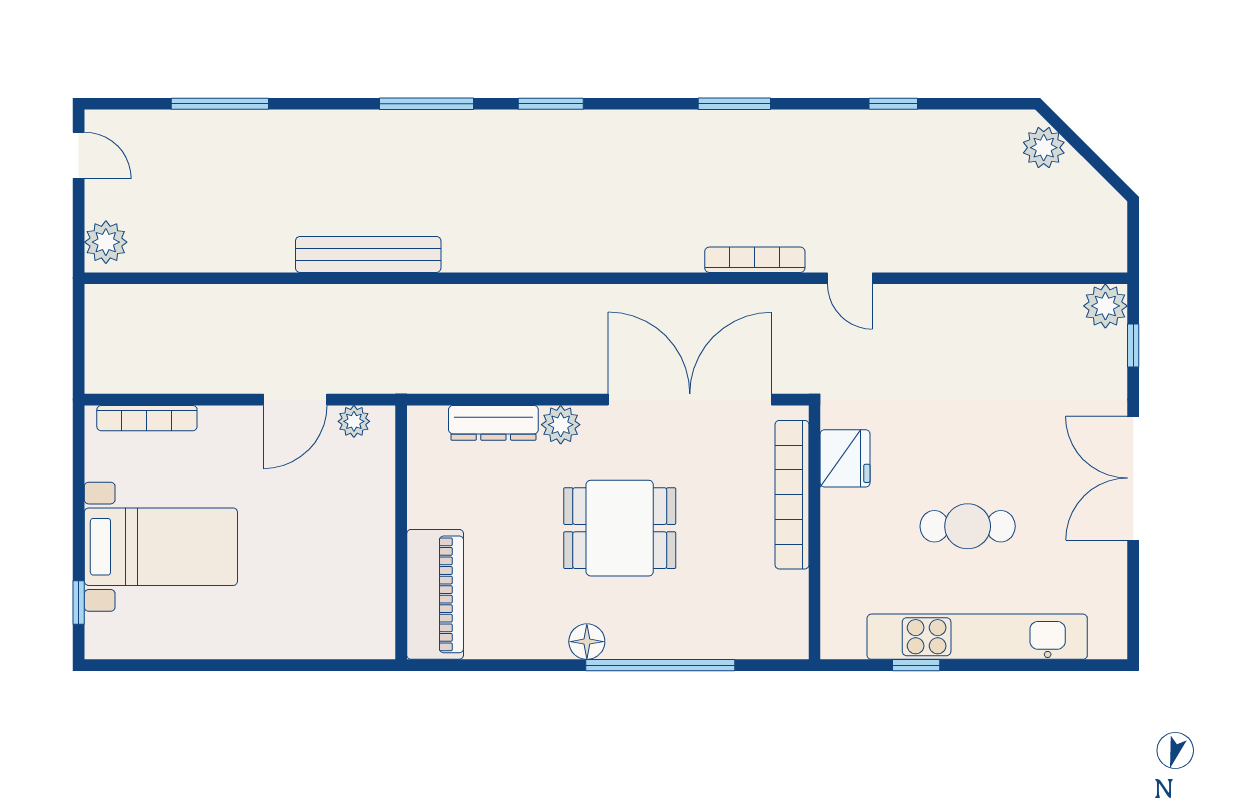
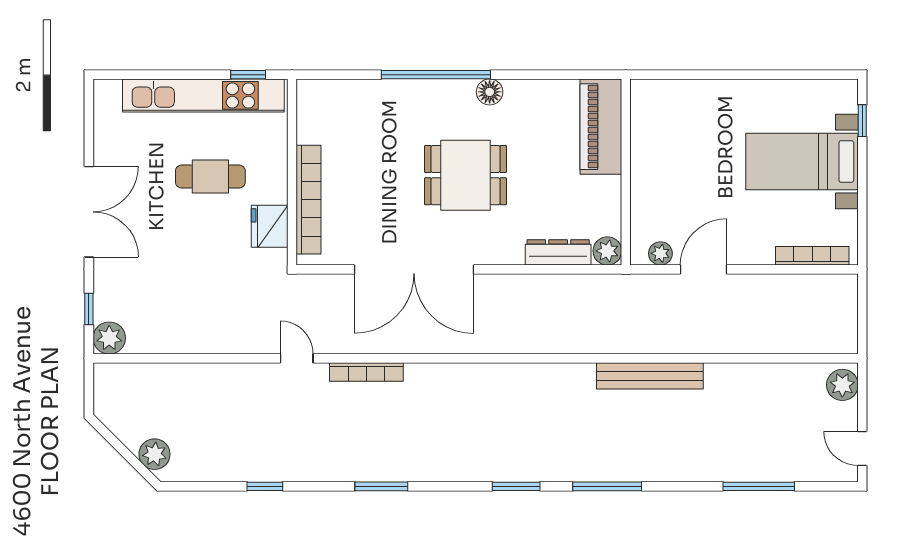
plant: (561, 425) -> (607, 251), moved
fridge: (845, 458) -> (270, 226), moved
bookcase: (792, 495) -> (309, 200), moved
wall: (815, 532) -> (292, 172), moved

